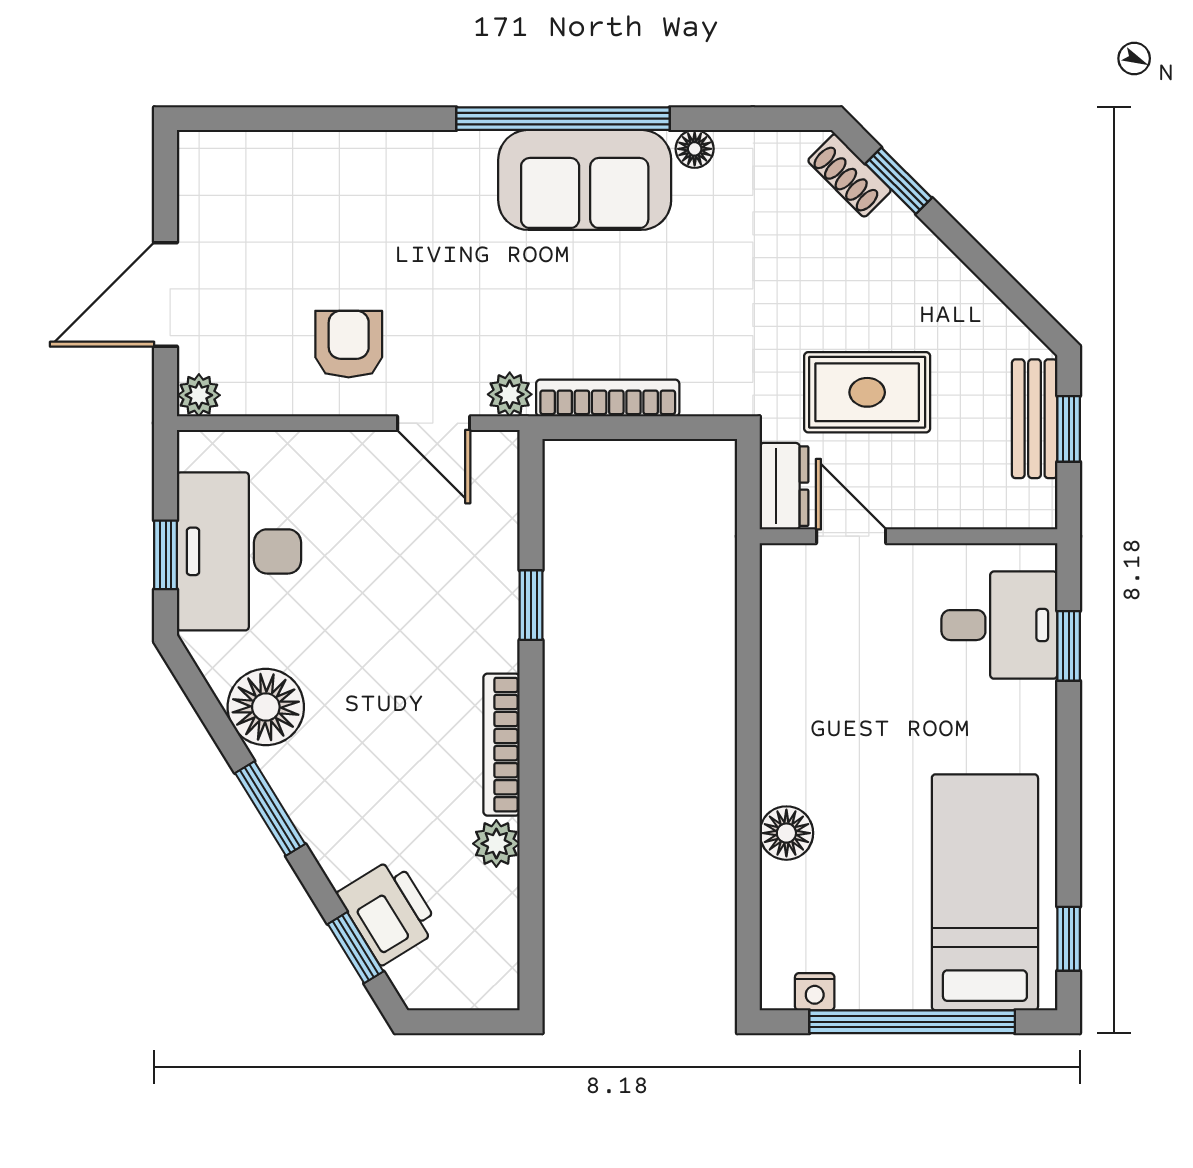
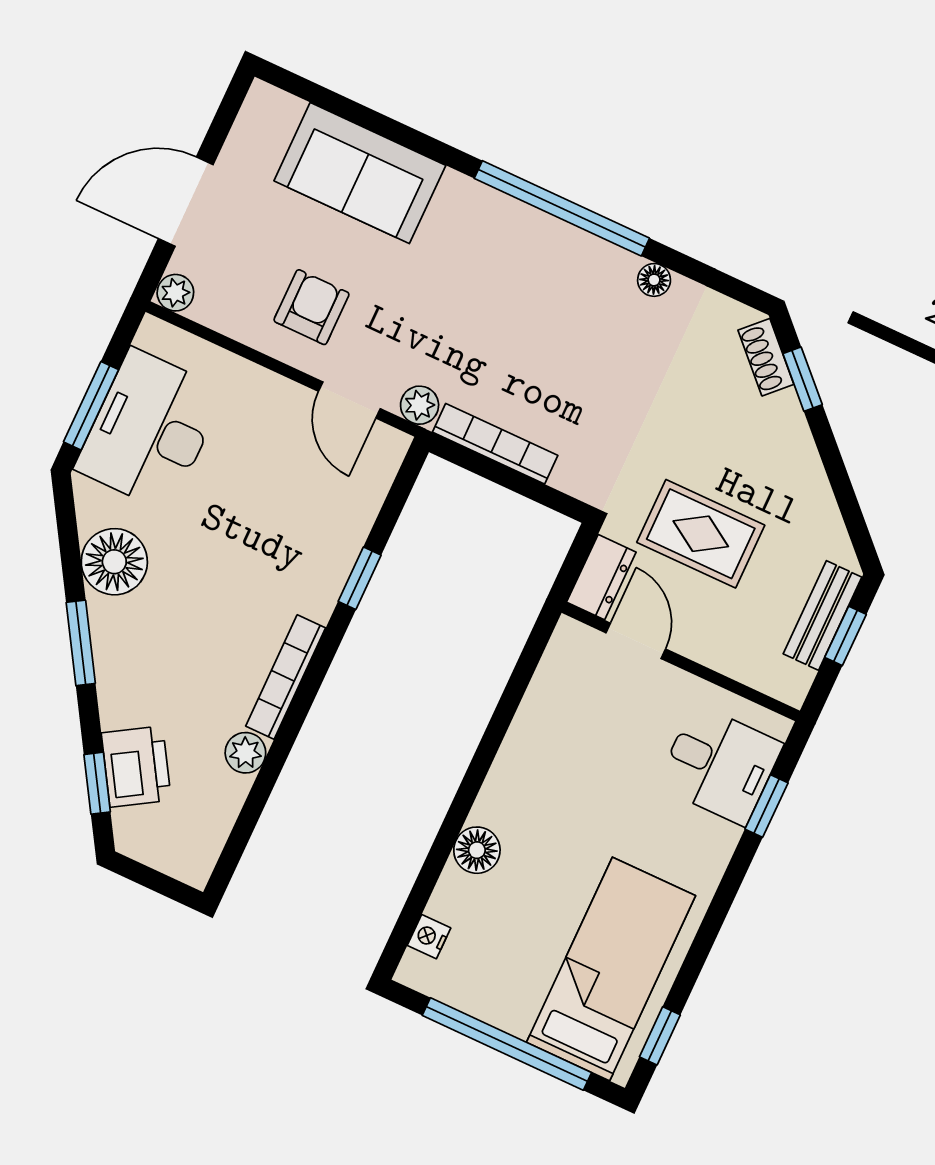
sofa: (585, 180) -> (360, 173), moved
window: (166, 555) -> (91, 406), width x1.50
nightstand: (815, 992) -> (429, 937), moved, turned 90

